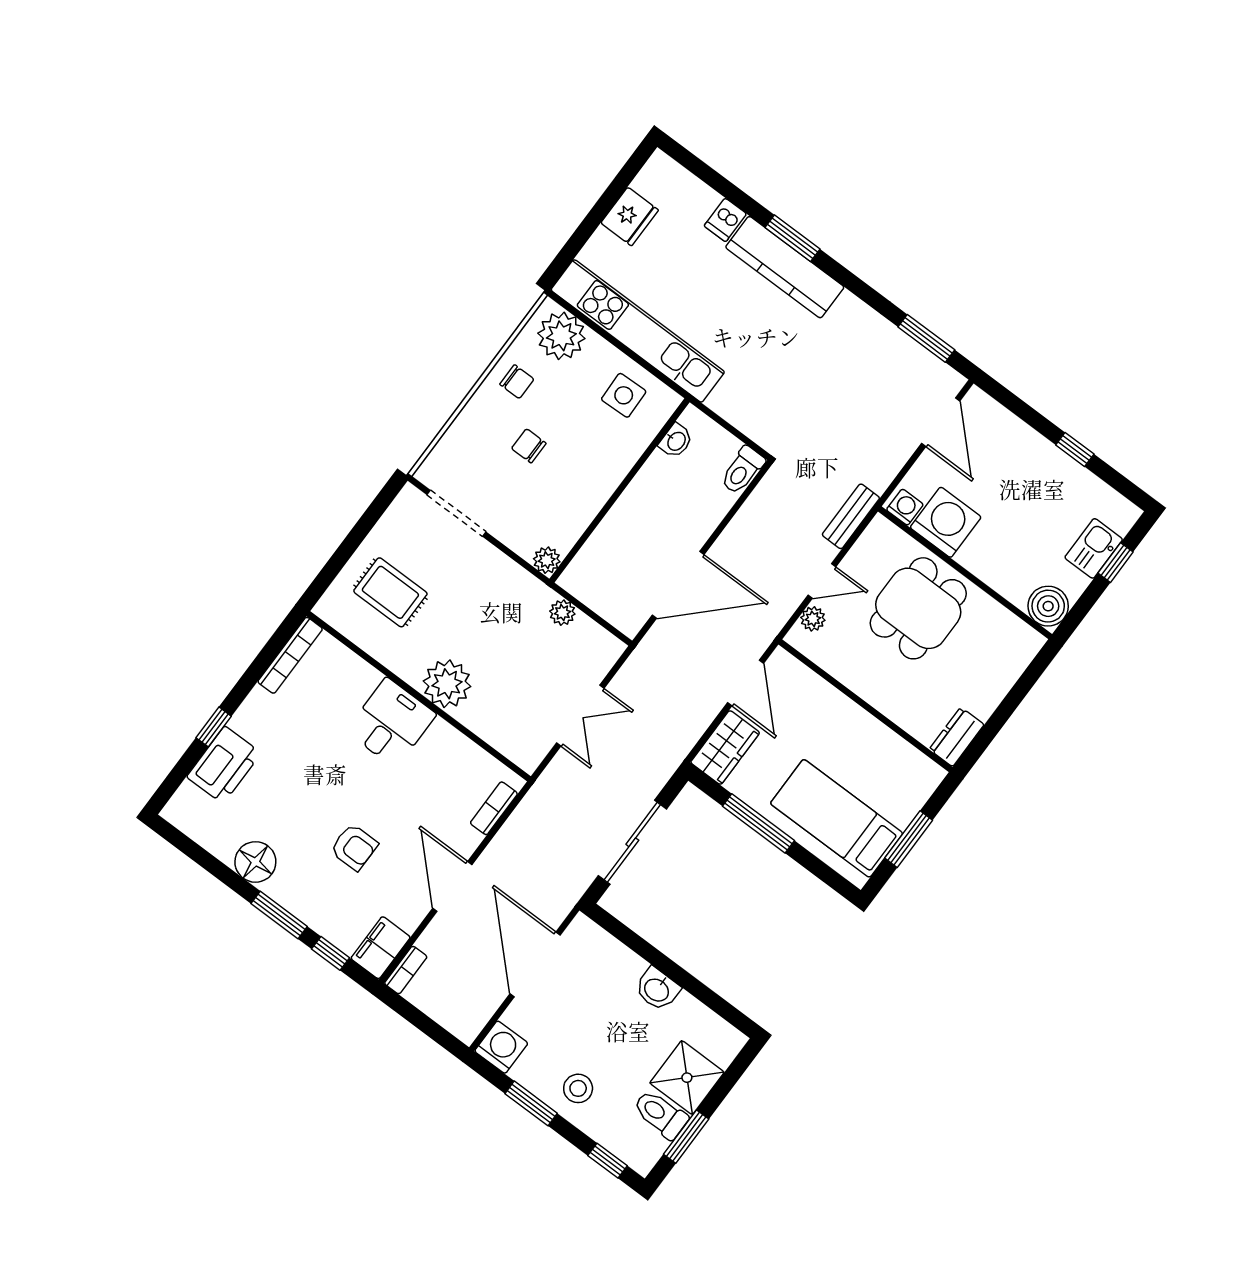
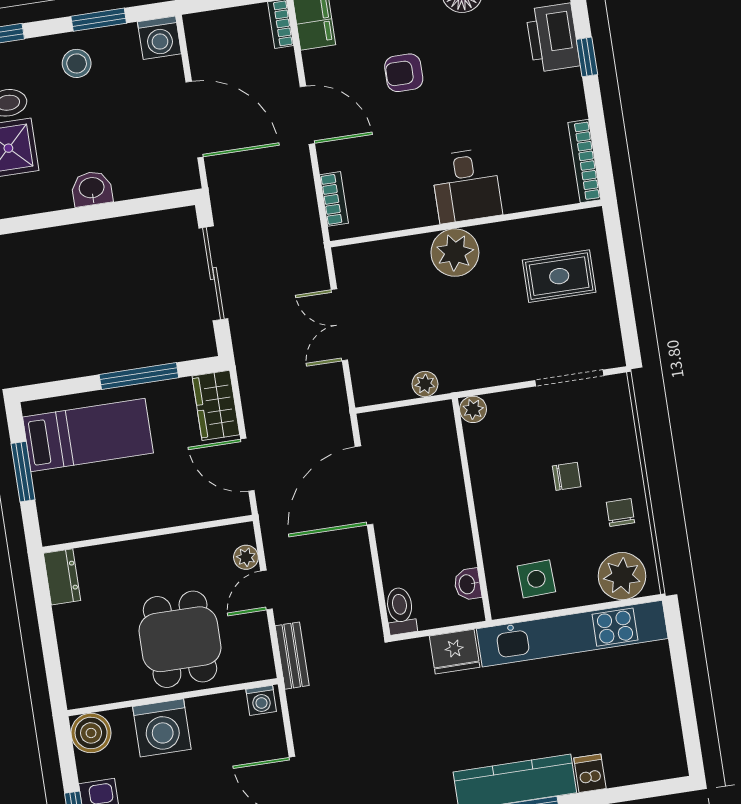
fridge: (630, 217) -> (455, 652), moved, turned -90
chair: (517, 382) -> (620, 513), turned 90
washing machine: (946, 522) -> (162, 728), moved

